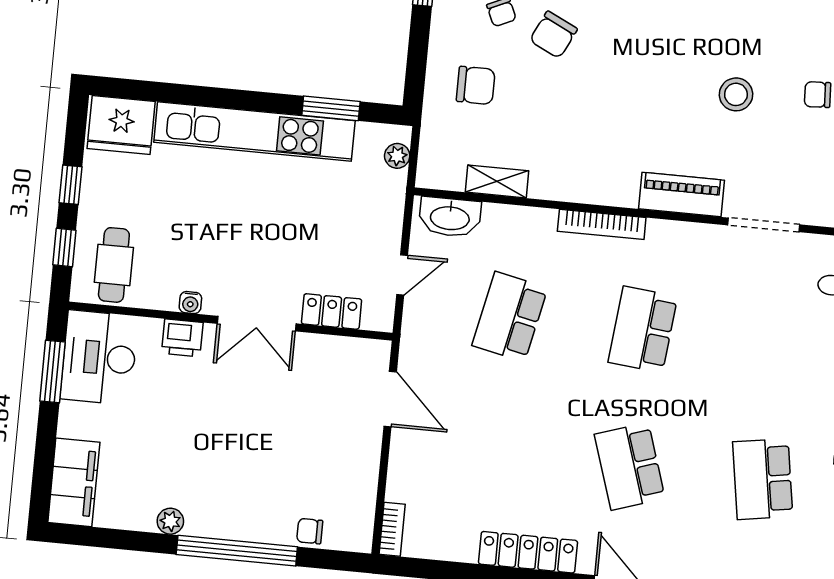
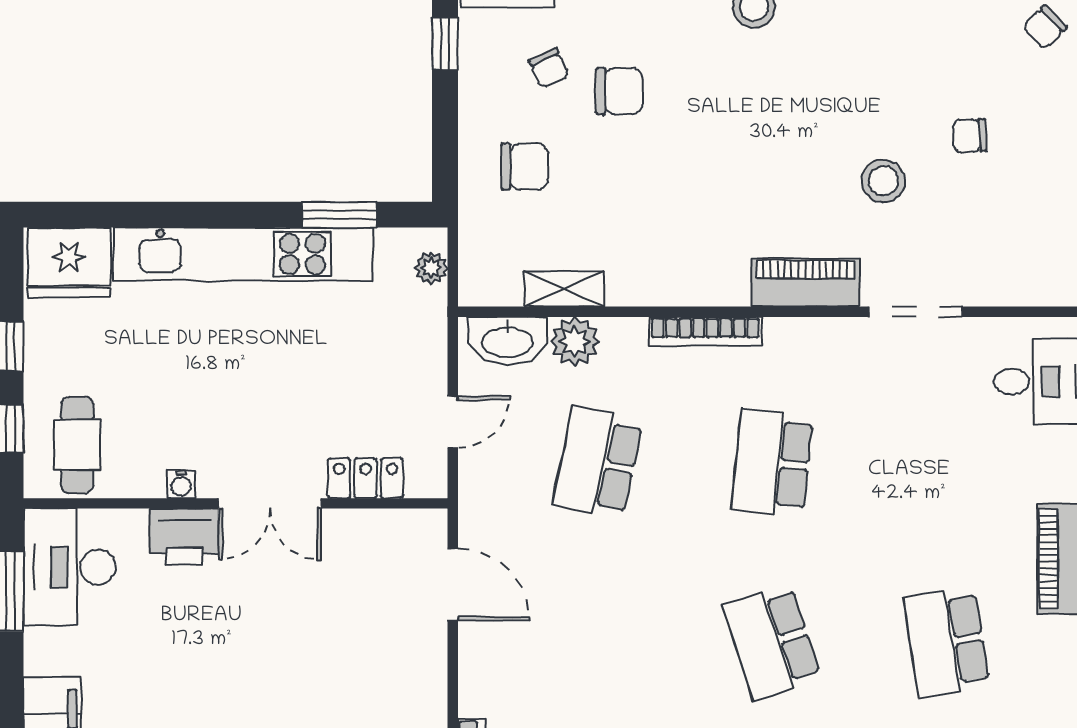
chair: (553, 35) -> (619, 91), turned -116
stool: (736, 94) -> (883, 181), moved
plant: (501, 223) -> (575, 341), added
printer: (182, 338) -> (184, 537), width x1.36, depth x1.24

